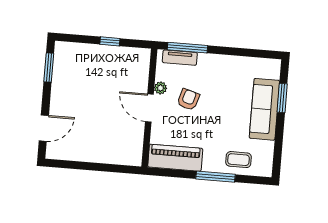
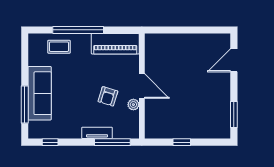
window: (257, 53) -> (50, 142), added
tv unit: (180, 58) -> (97, 133), moved
window: (282, 98) -> (25, 104), width x1.44
window: (215, 177) -> (78, 30), width x1.46

